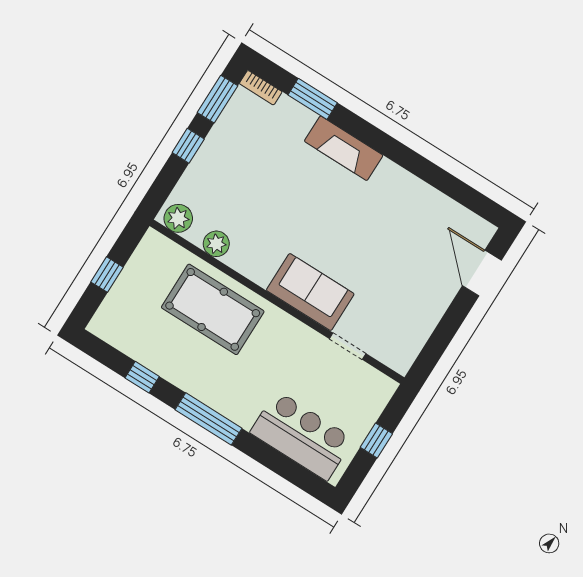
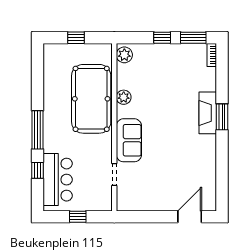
window: (313, 99) -> (222, 117), moved
plant: (216, 244) -> (124, 97), moved
pool table: (213, 309) -> (91, 99), width x1.36, depth x1.32
window: (142, 377) -> (37, 170), moved

